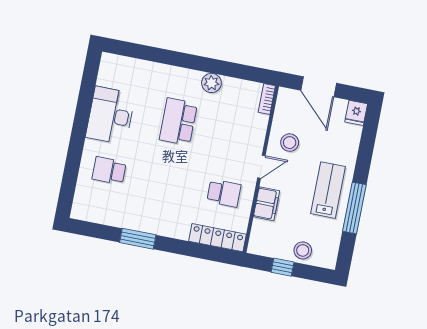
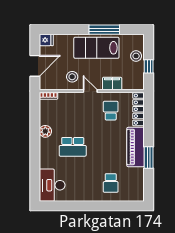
desk: (111, 116) -> (52, 185), moved, turned 90
lab bench: (328, 190) -> (96, 48), width x1.36, depth x1.39
piano: (158, 221) -> (136, 147), added

